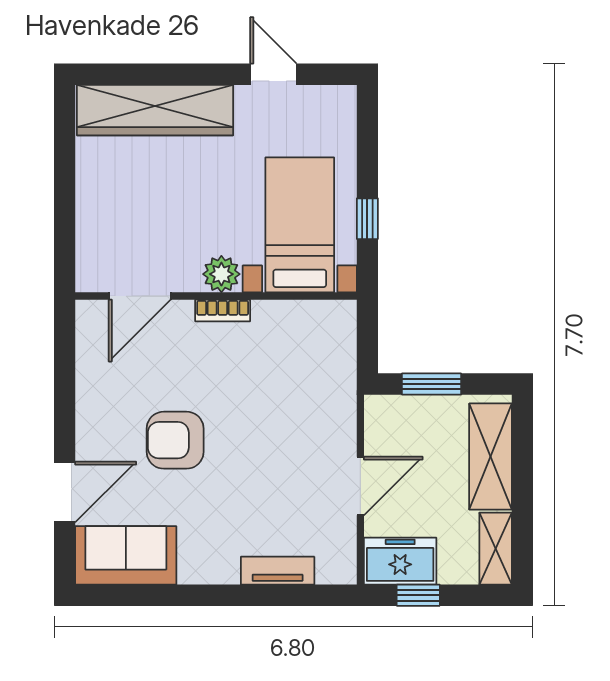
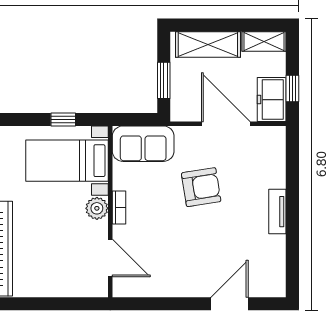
armchair: (175, 440) -> (201, 187), moved, turned -99
door: (360, 486) -> (226, 124), width x1.36
door: (65, 492) -> (230, 304), hinge flipped
sofa: (126, 555) -> (143, 144), moved, turned -90
tv unit: (278, 571) -> (277, 212), moved

